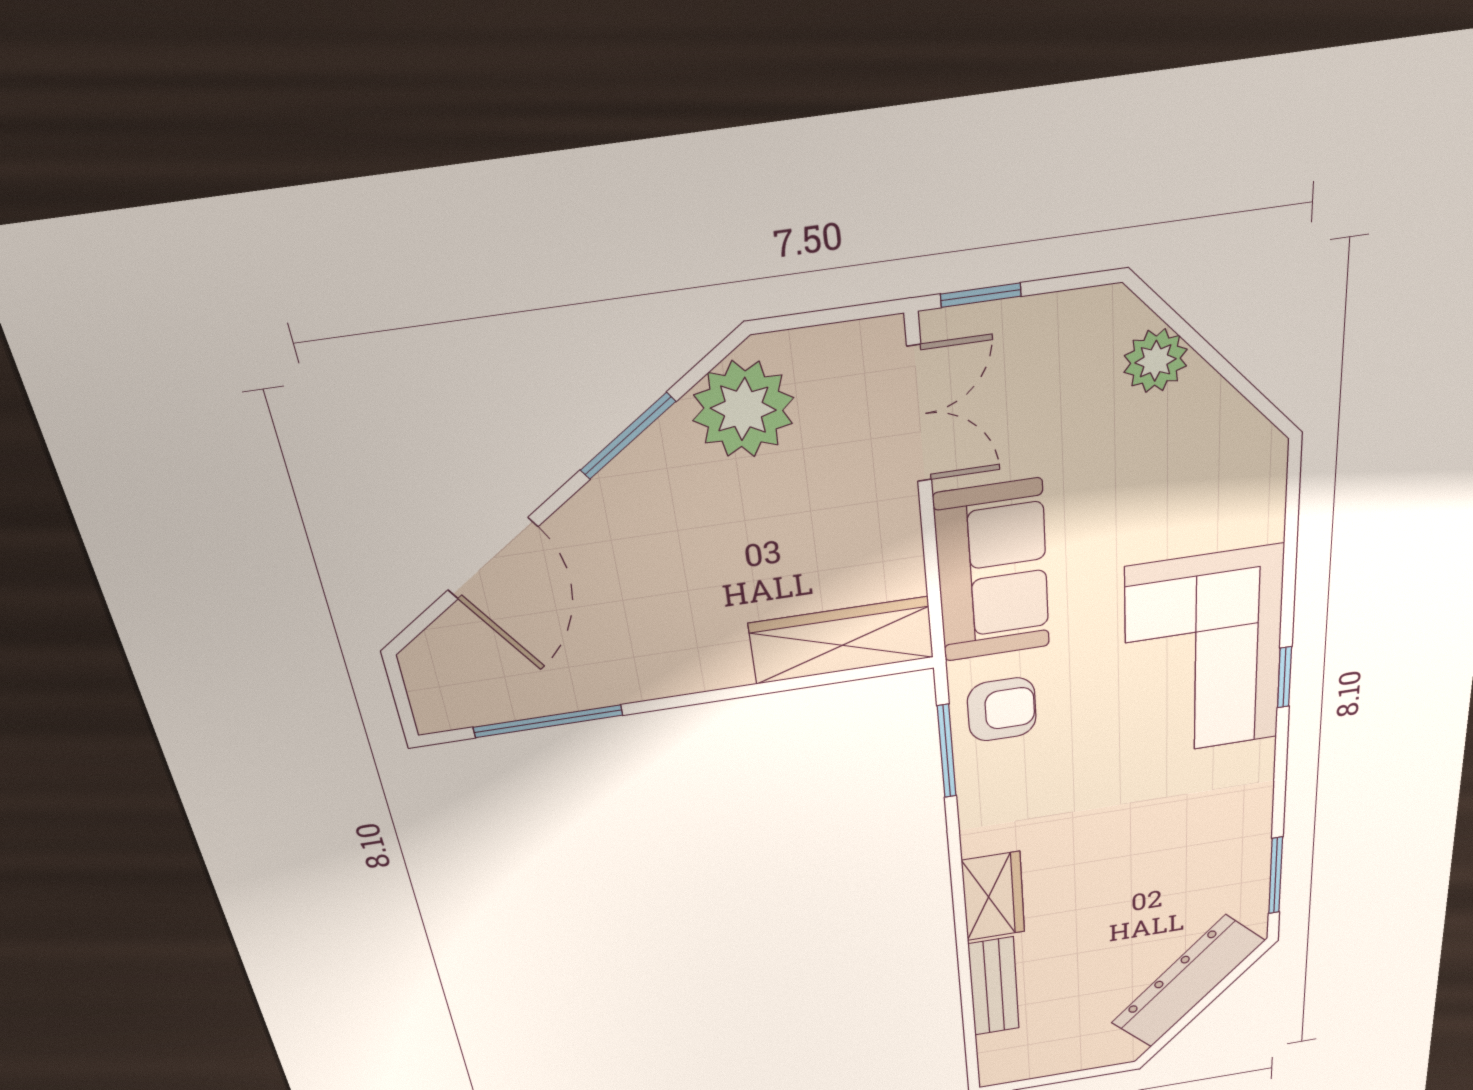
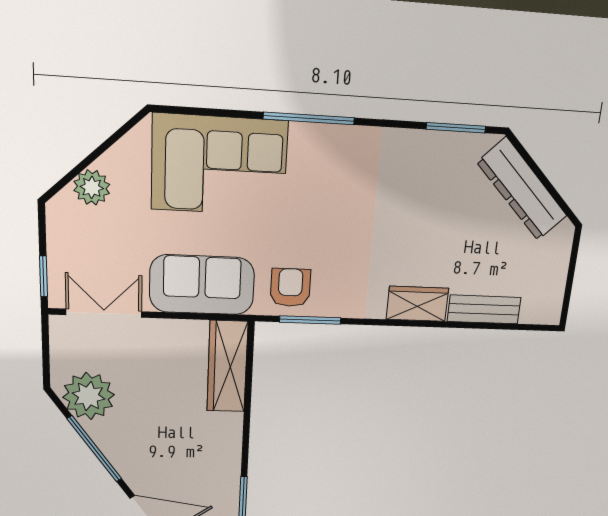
window: (628, 436) -> (95, 449), width x1.44
corner sofa: (1203, 654) -> (219, 165), moved
window: (1285, 677) -> (309, 118), width x2.17

